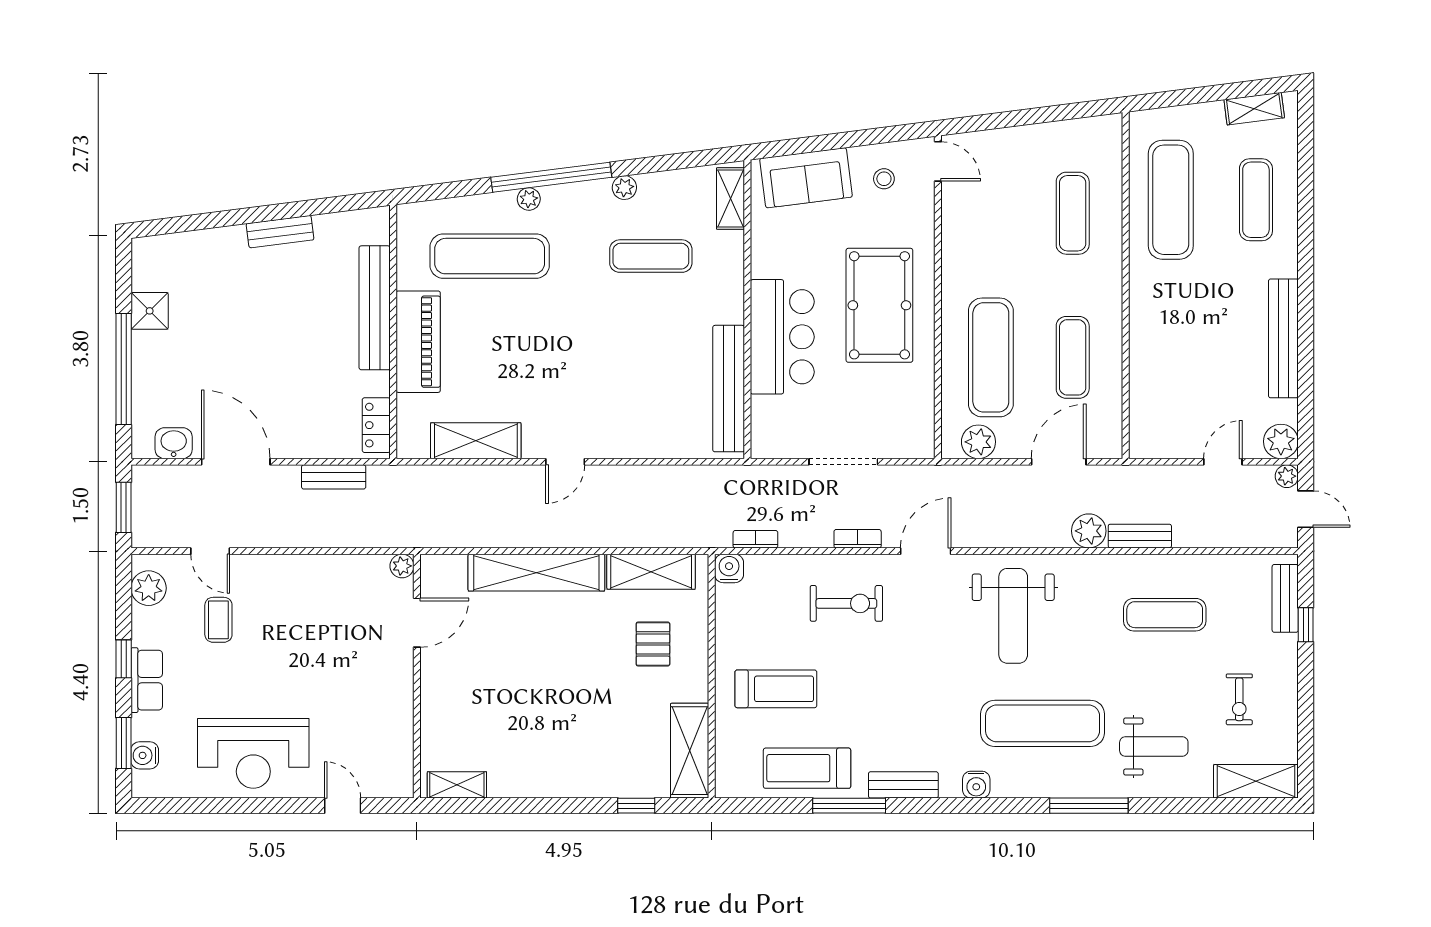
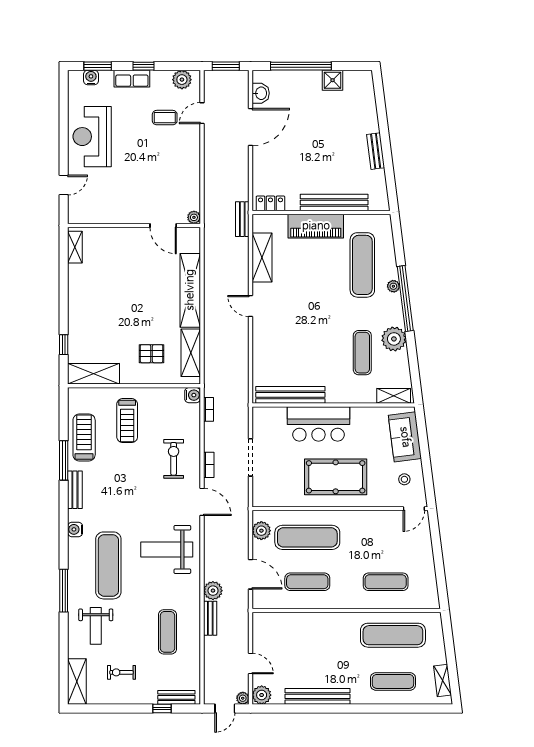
plant: (624, 188) -> (394, 339), width x1.87, depth x1.87
bench: (334, 477) -> (242, 219), moved
exercise bike: (846, 603) -> (174, 459), turned 180

